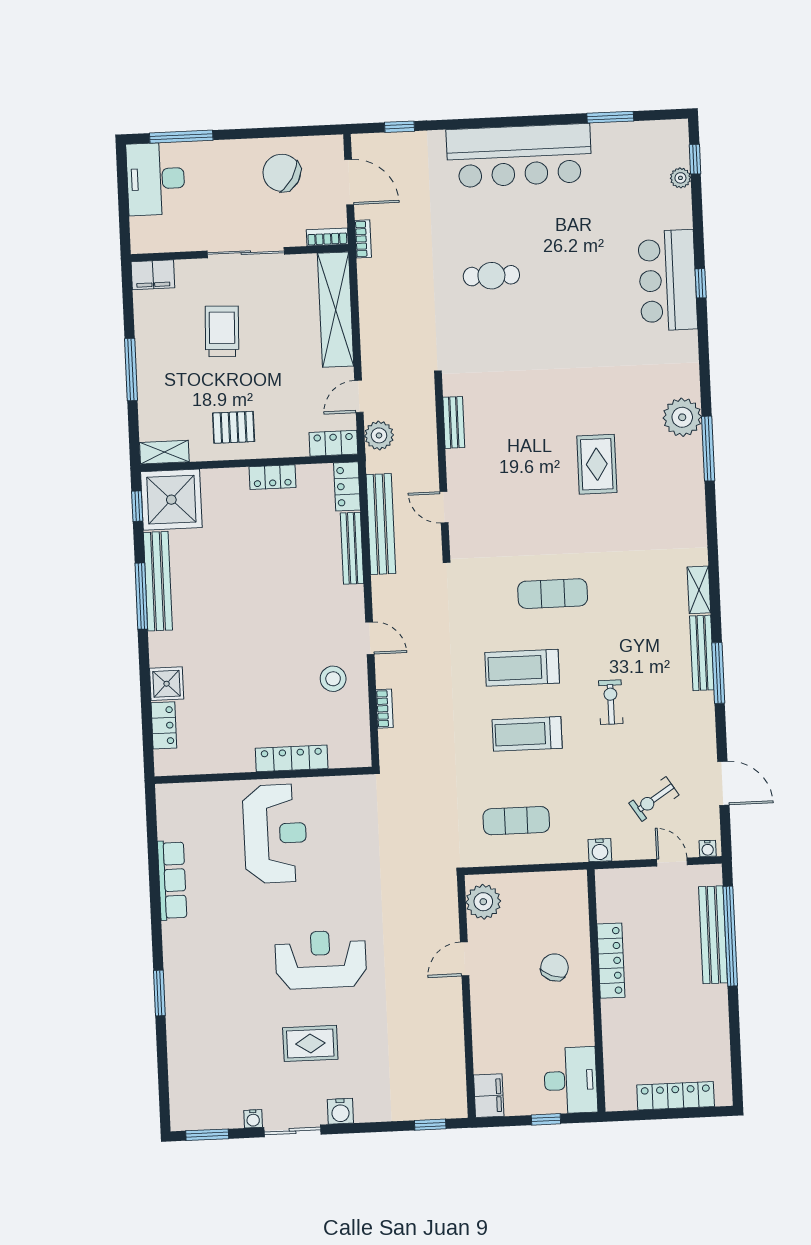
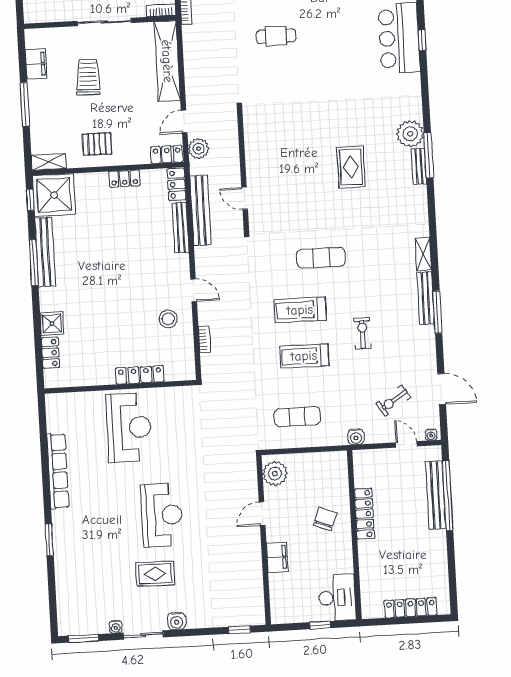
filing cabinet: (153, 275) -> (36, 64), moved, turned -90
bench: (454, 422) -> (419, 166), moved
row of seats: (172, 880) -> (58, 471), width x1.36
reception desk: (321, 960) -> (162, 515), turned 90
filing cabinet: (489, 1096) -> (277, 557), moved

